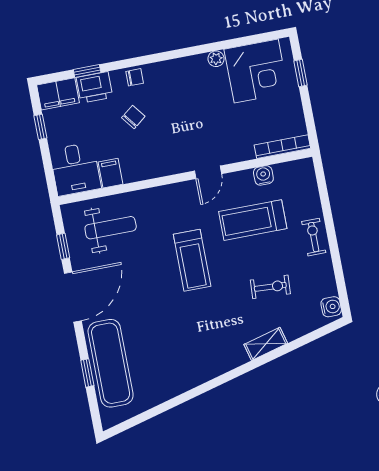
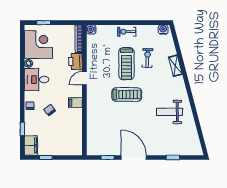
printer: (95, 87) -> (76, 62), moved, turned 180
desk: (75, 169) -> (37, 80), moved, turned 180
door: (208, 172) -> (84, 78), swing flipped
filing cabinet: (111, 173) -> (75, 103), moved
water cooler: (263, 175) -> (91, 29), moved
treadmill: (253, 220) -> (126, 64), moved
weight bench: (111, 228) -> (170, 112), moved, turned -90
exercise mat: (111, 363) -> (170, 145), removed

